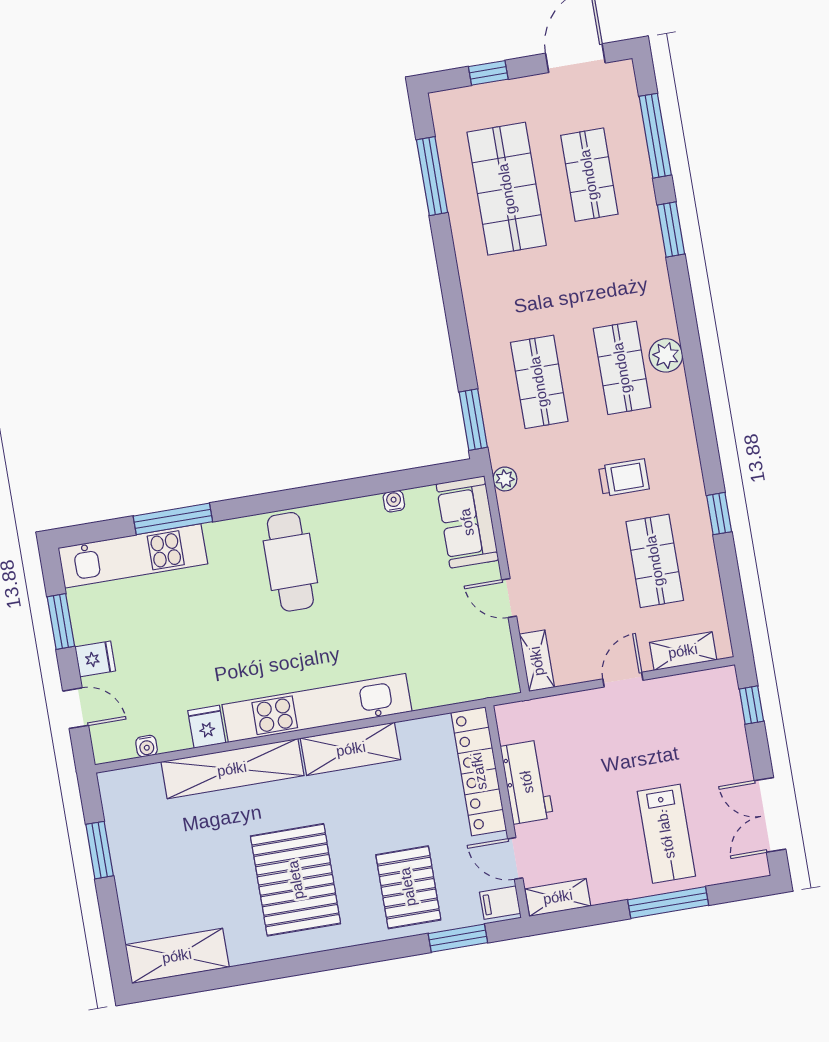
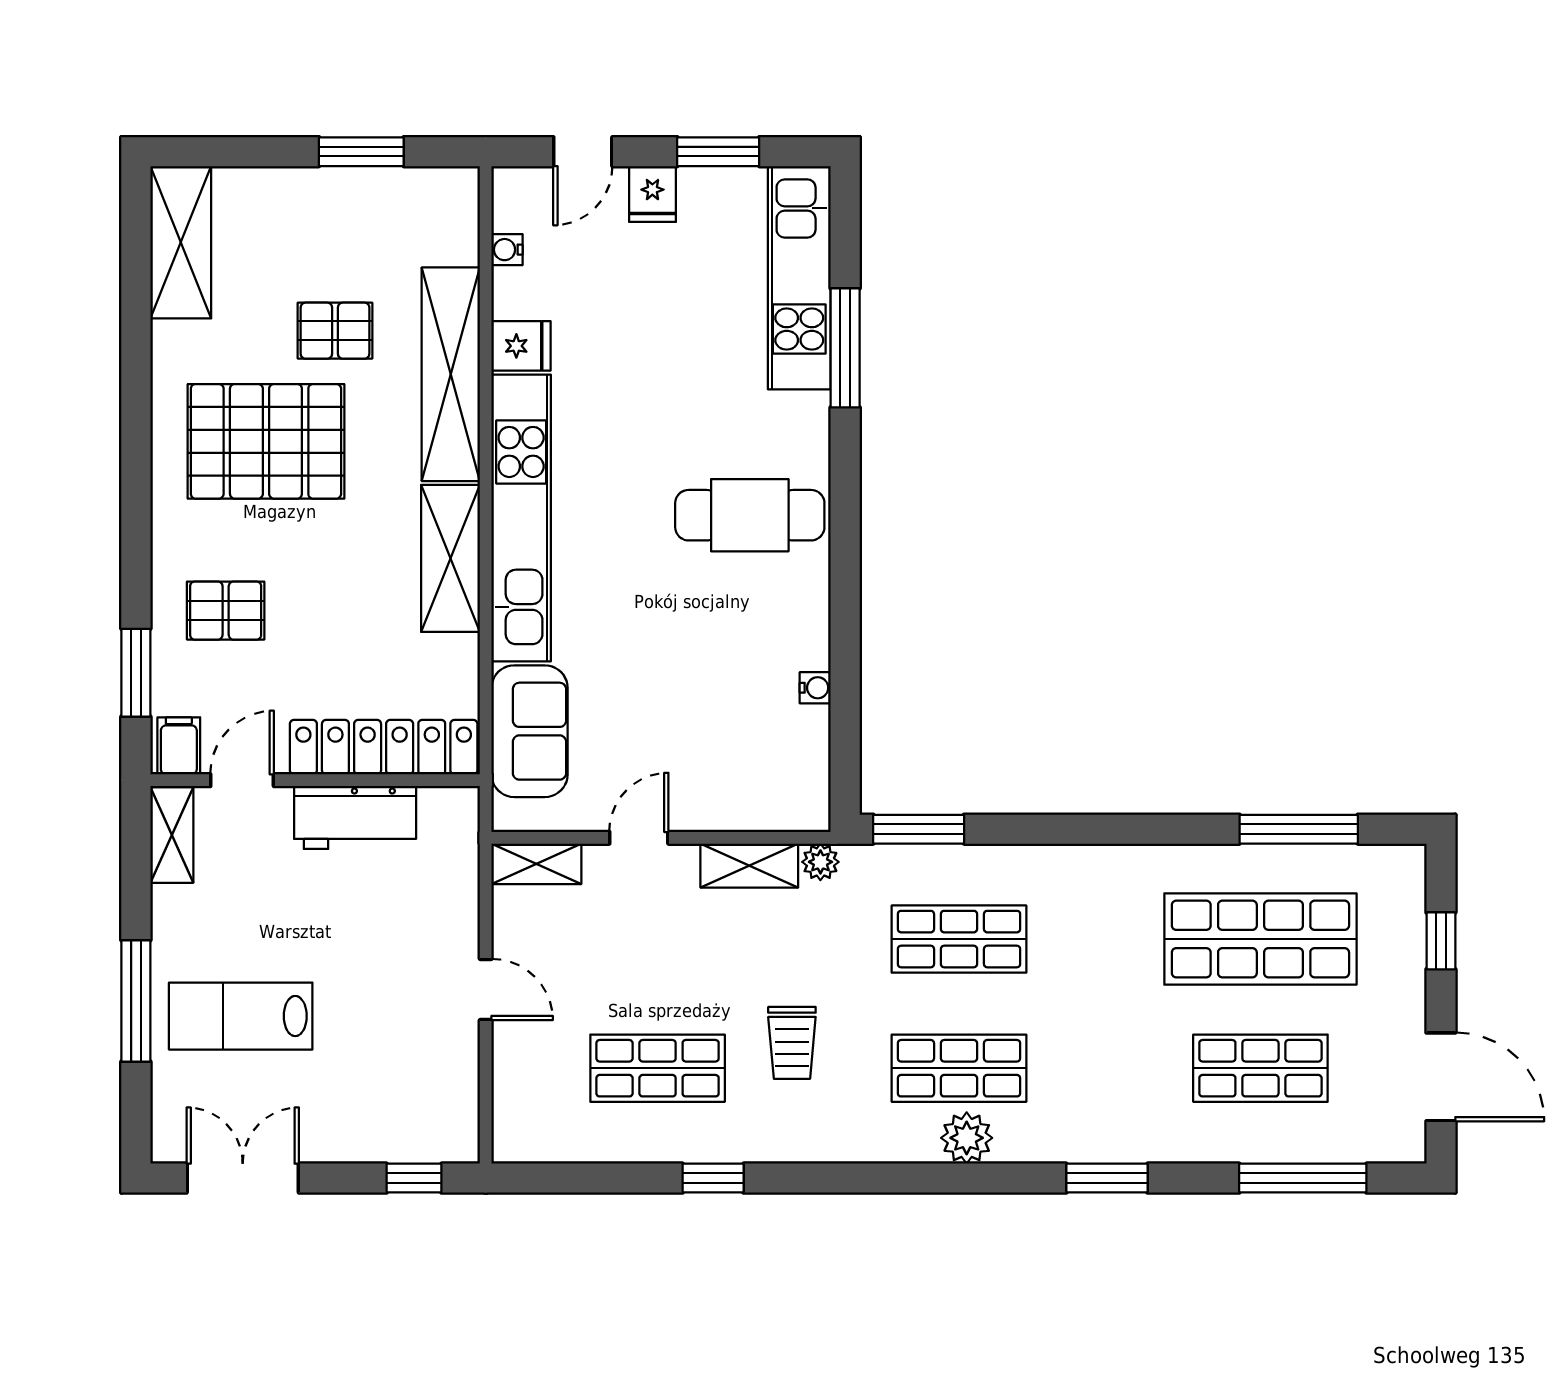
window: (671, 229) -> (1107, 1178), moved
sofa: (467, 522) -> (530, 731), moved, turned 90
shelving: (683, 651) -> (749, 866), moved, turned 90
pallet: (217, 848) -> (335, 331), added
pallet: (408, 887) -> (226, 611), width x0.67, depth x0.71

